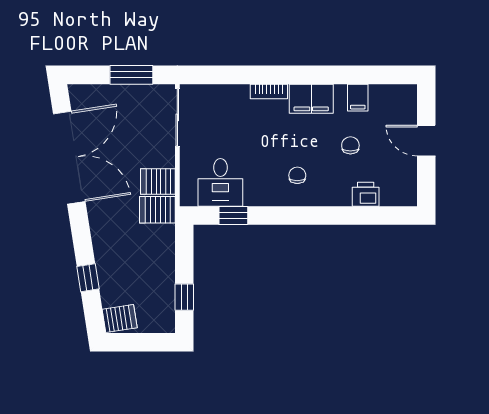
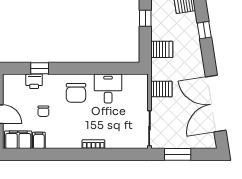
filing cabinet: (311, 99) -> (18, 140), moved
chair: (297, 175) -> (76, 93), width x1.87, depth x1.87
desk: (220, 182) -> (108, 89), moved
server rack: (157, 210) -> (162, 49), moved
window: (233, 215) -> (40, 68), moved

